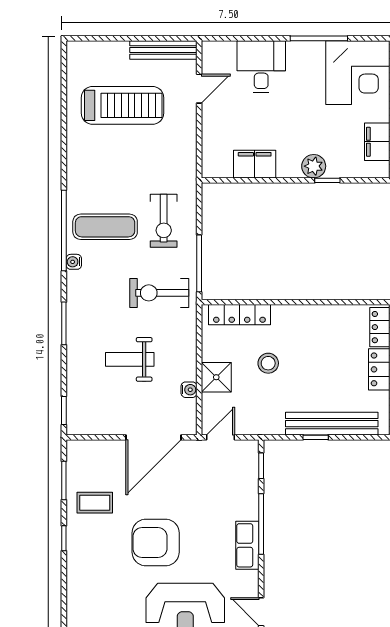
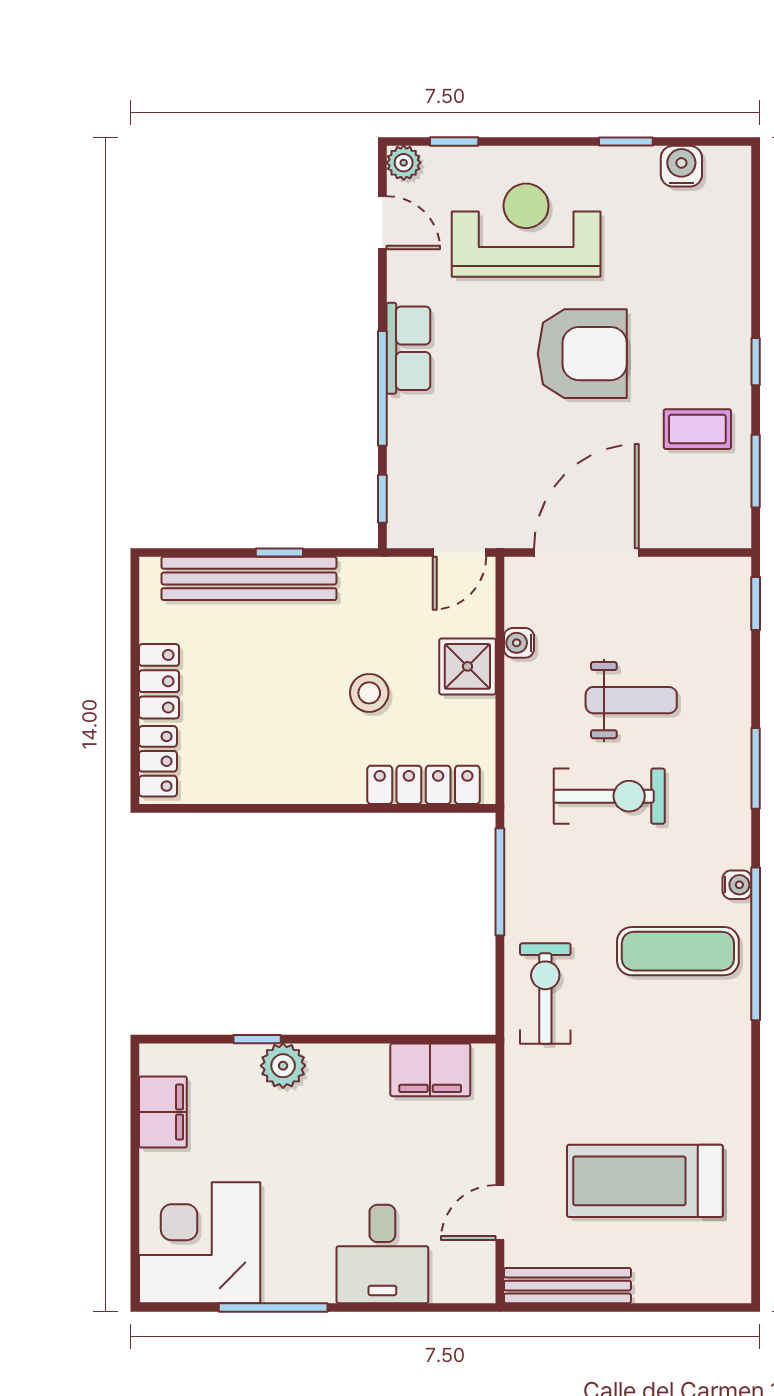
filing cabinet: (255, 164) -> (430, 1070), moved
exercise bike: (164, 221) -> (545, 993), moved
exercise bike: (159, 293) -> (609, 796), moved

